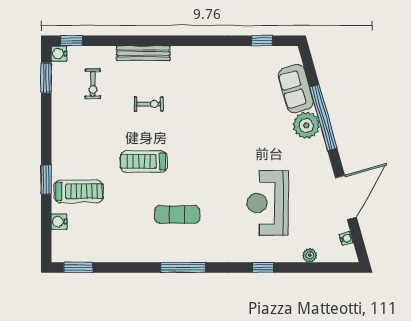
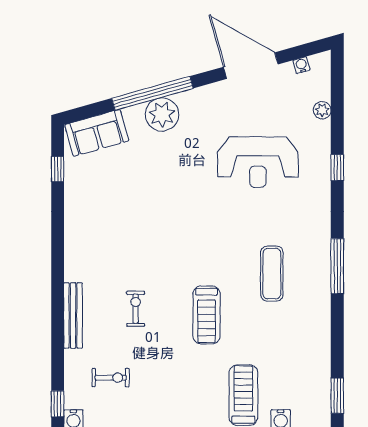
sofa: (296, 89) -> (97, 133), moved

